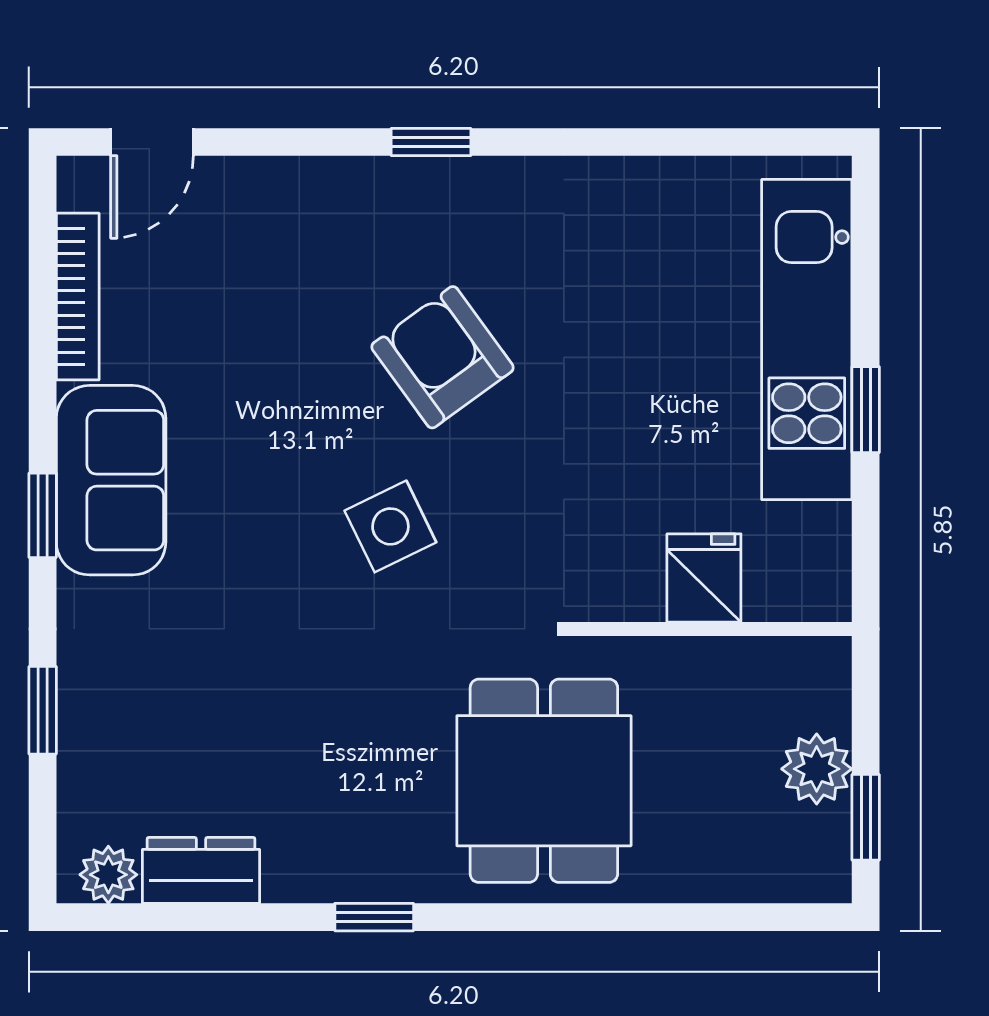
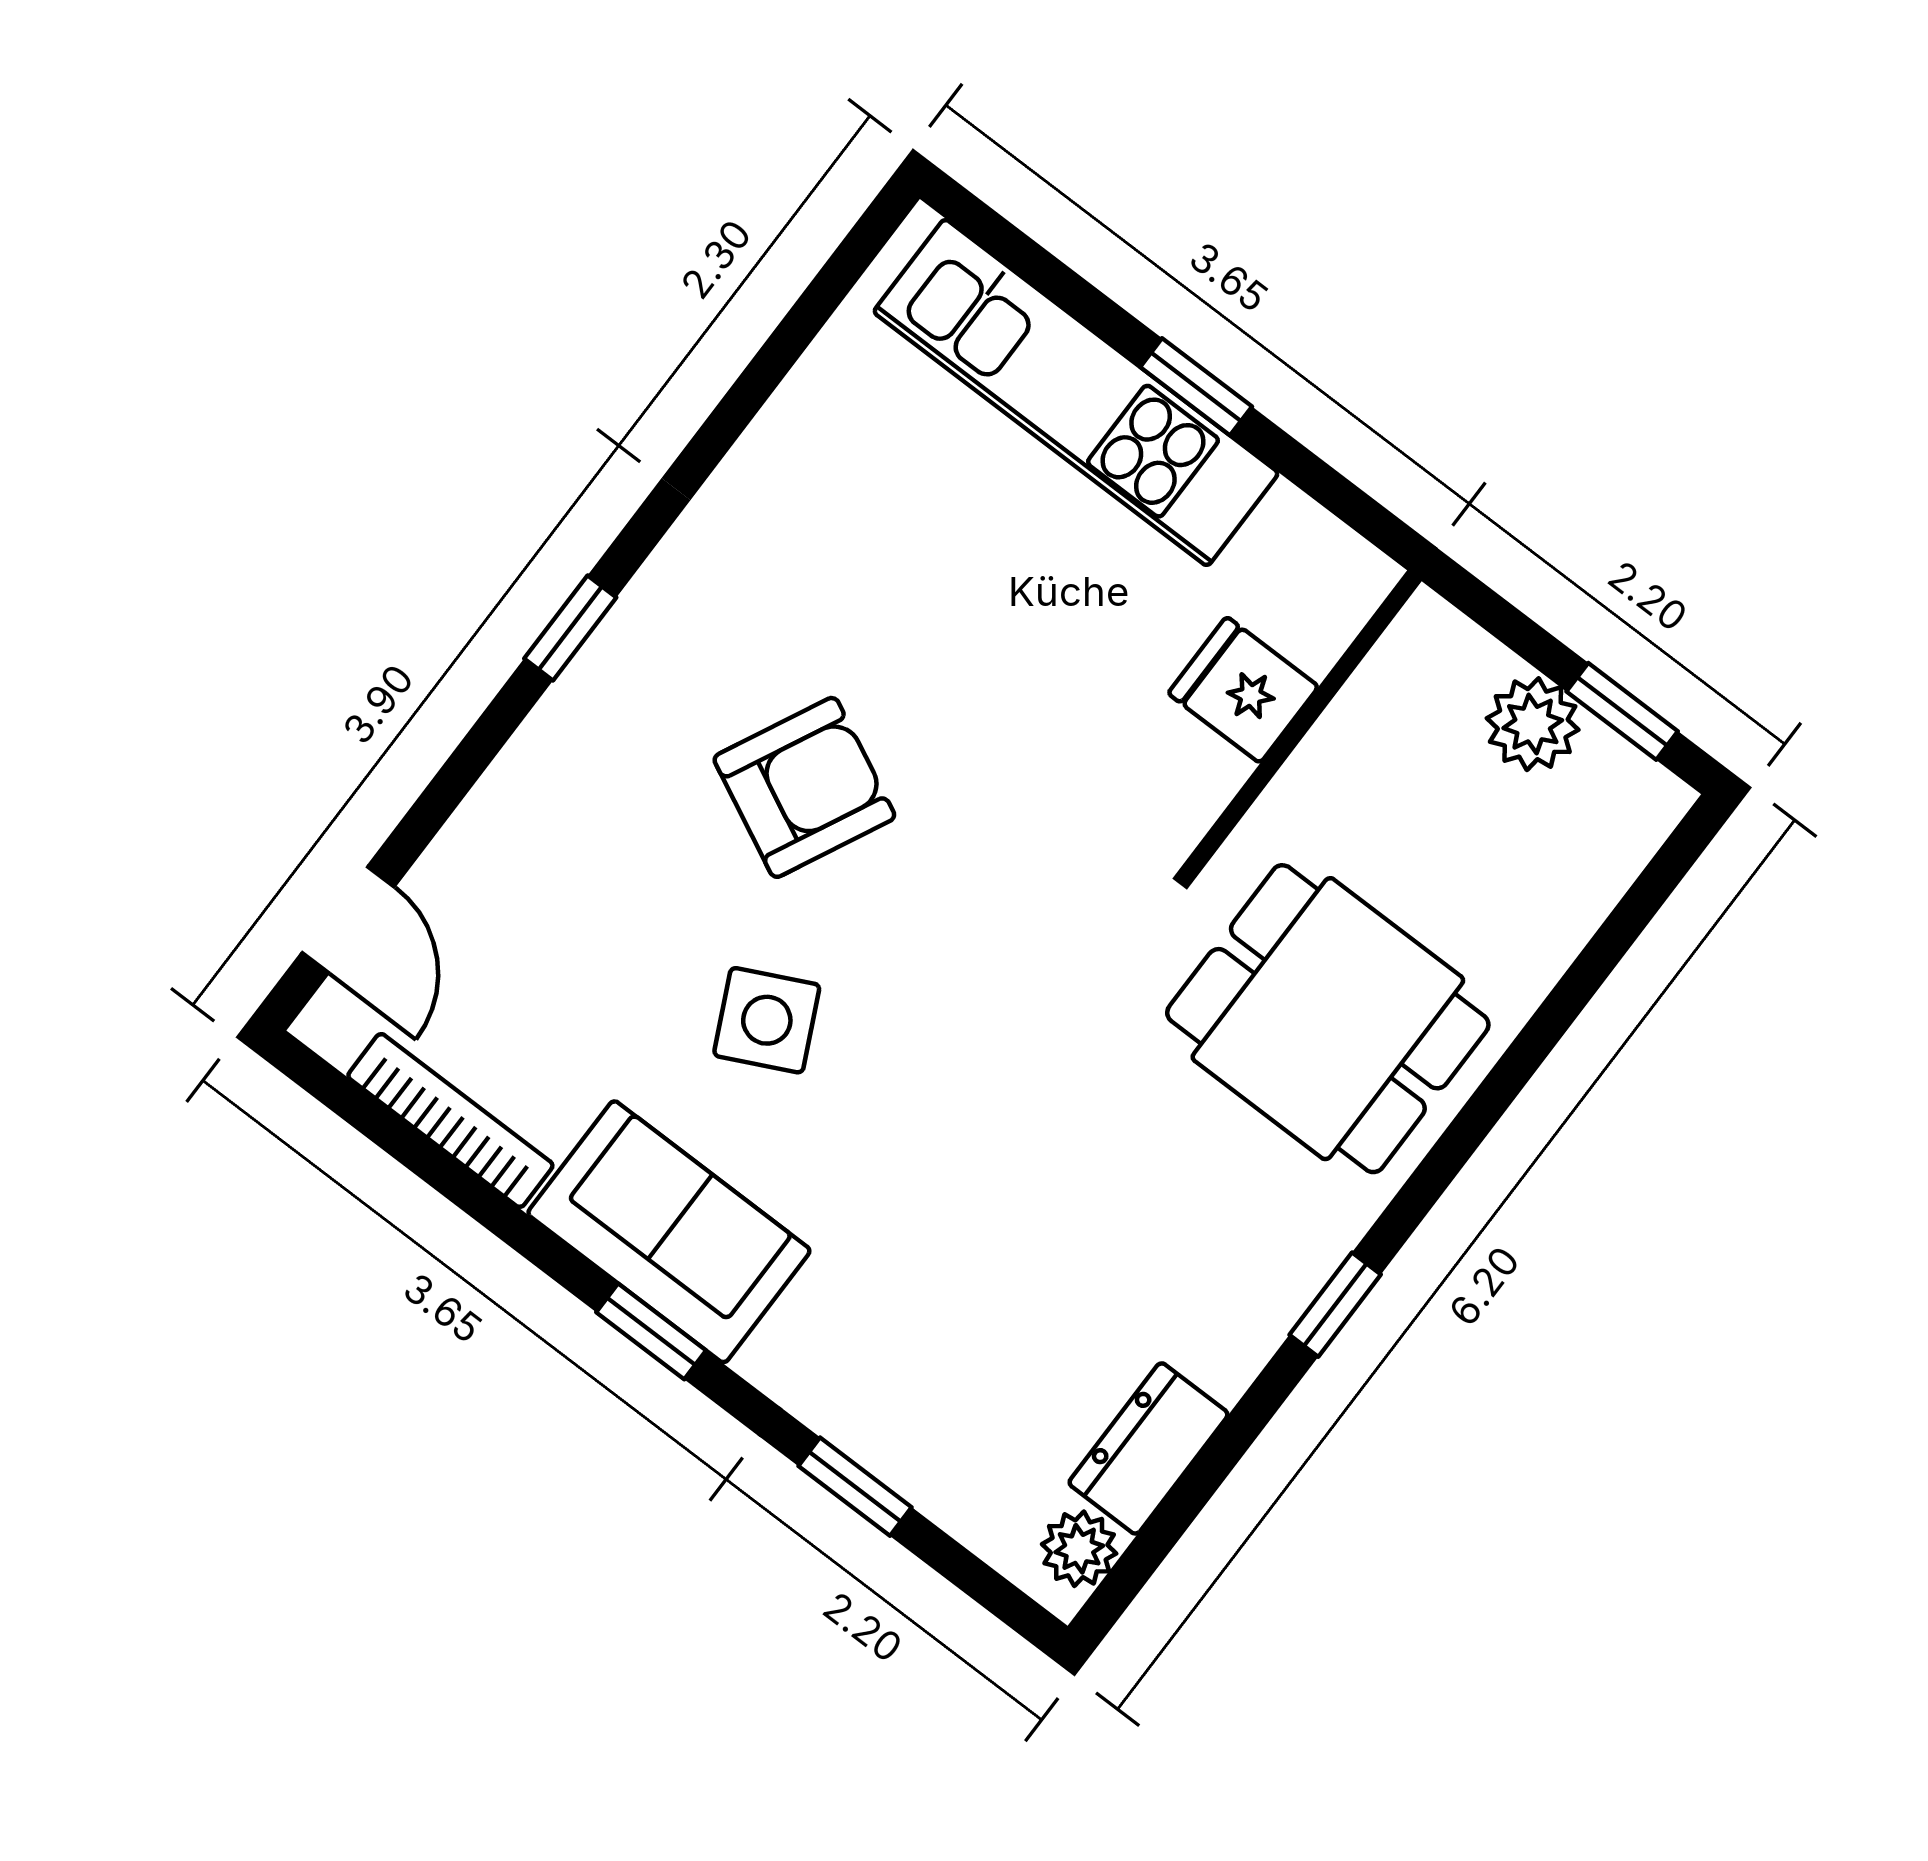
armchair: (442, 357) -> (804, 787), turned 152
side table: (390, 526) -> (767, 1020), moved

